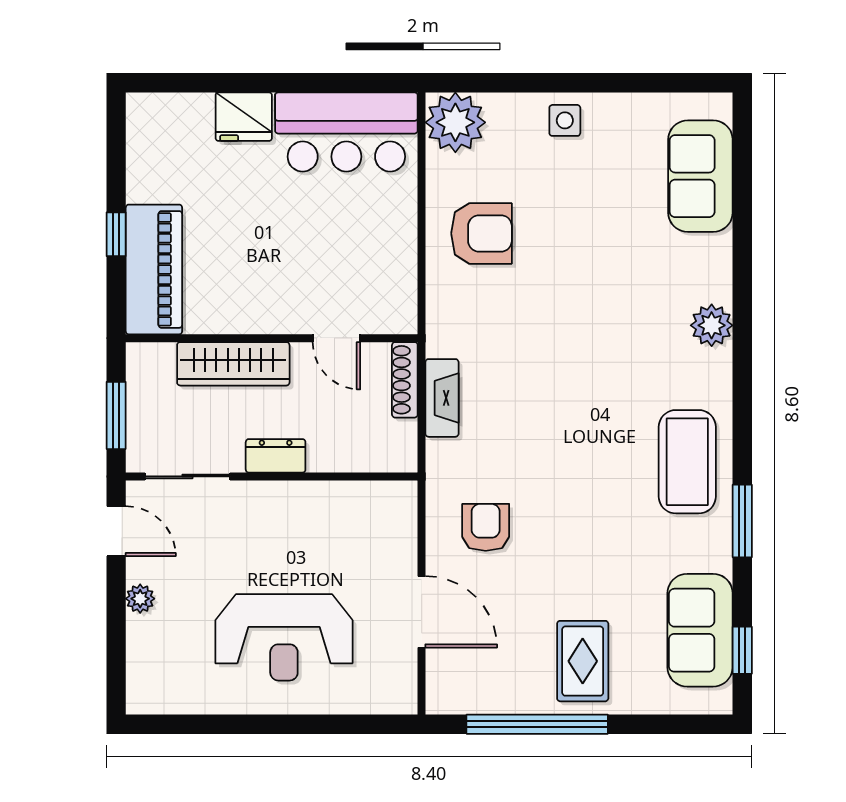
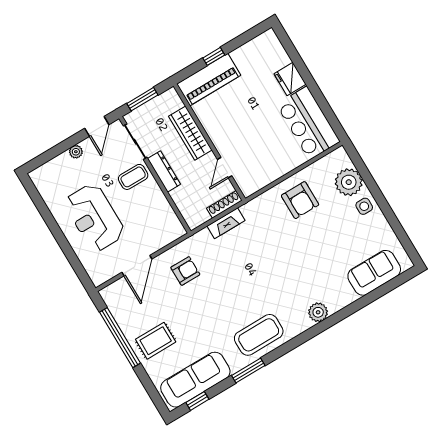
plant: (455, 122) -> (349, 182), moved
dresser: (276, 456) -> (164, 171), width x1.44
coffee table: (251, 520) -> (133, 177), added
sofa: (700, 630) -> (195, 380), width x1.36

